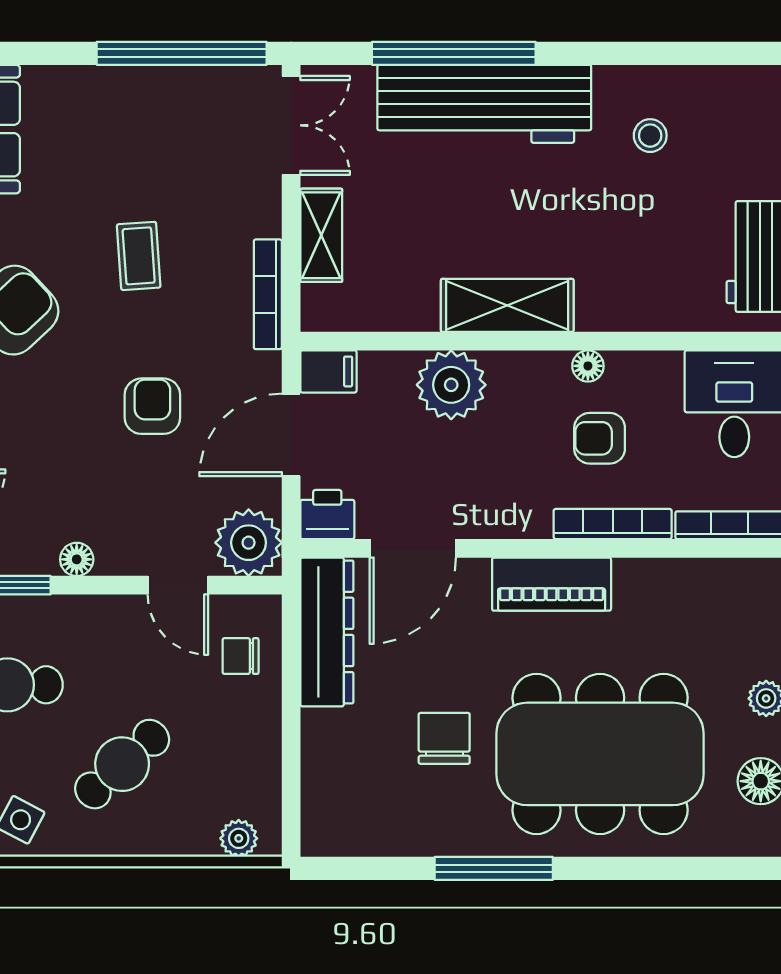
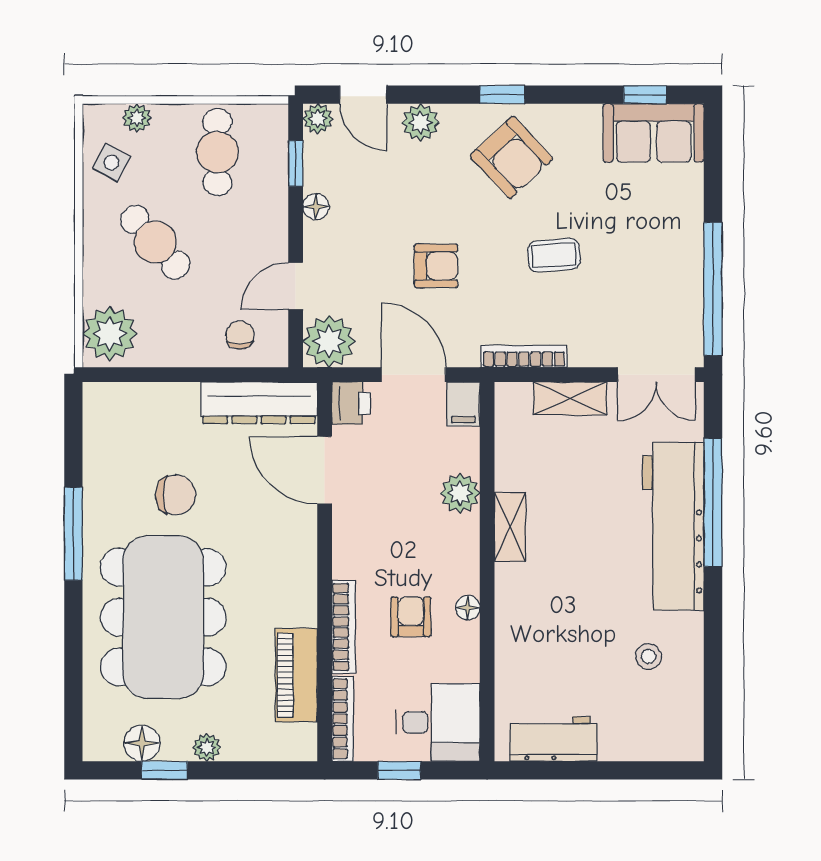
shelving: (507, 305) -> (510, 527), width x0.67, depth x0.75
plant: (451, 385) -> (460, 493), width x0.73, depth x0.73
piano: (552, 584) -> (296, 675), moved
plant: (239, 838) -> (110, 334), width x1.88, depth x1.88

